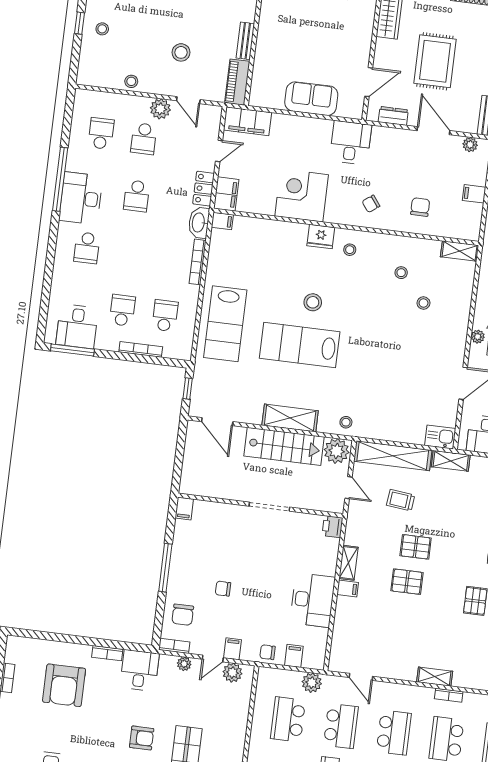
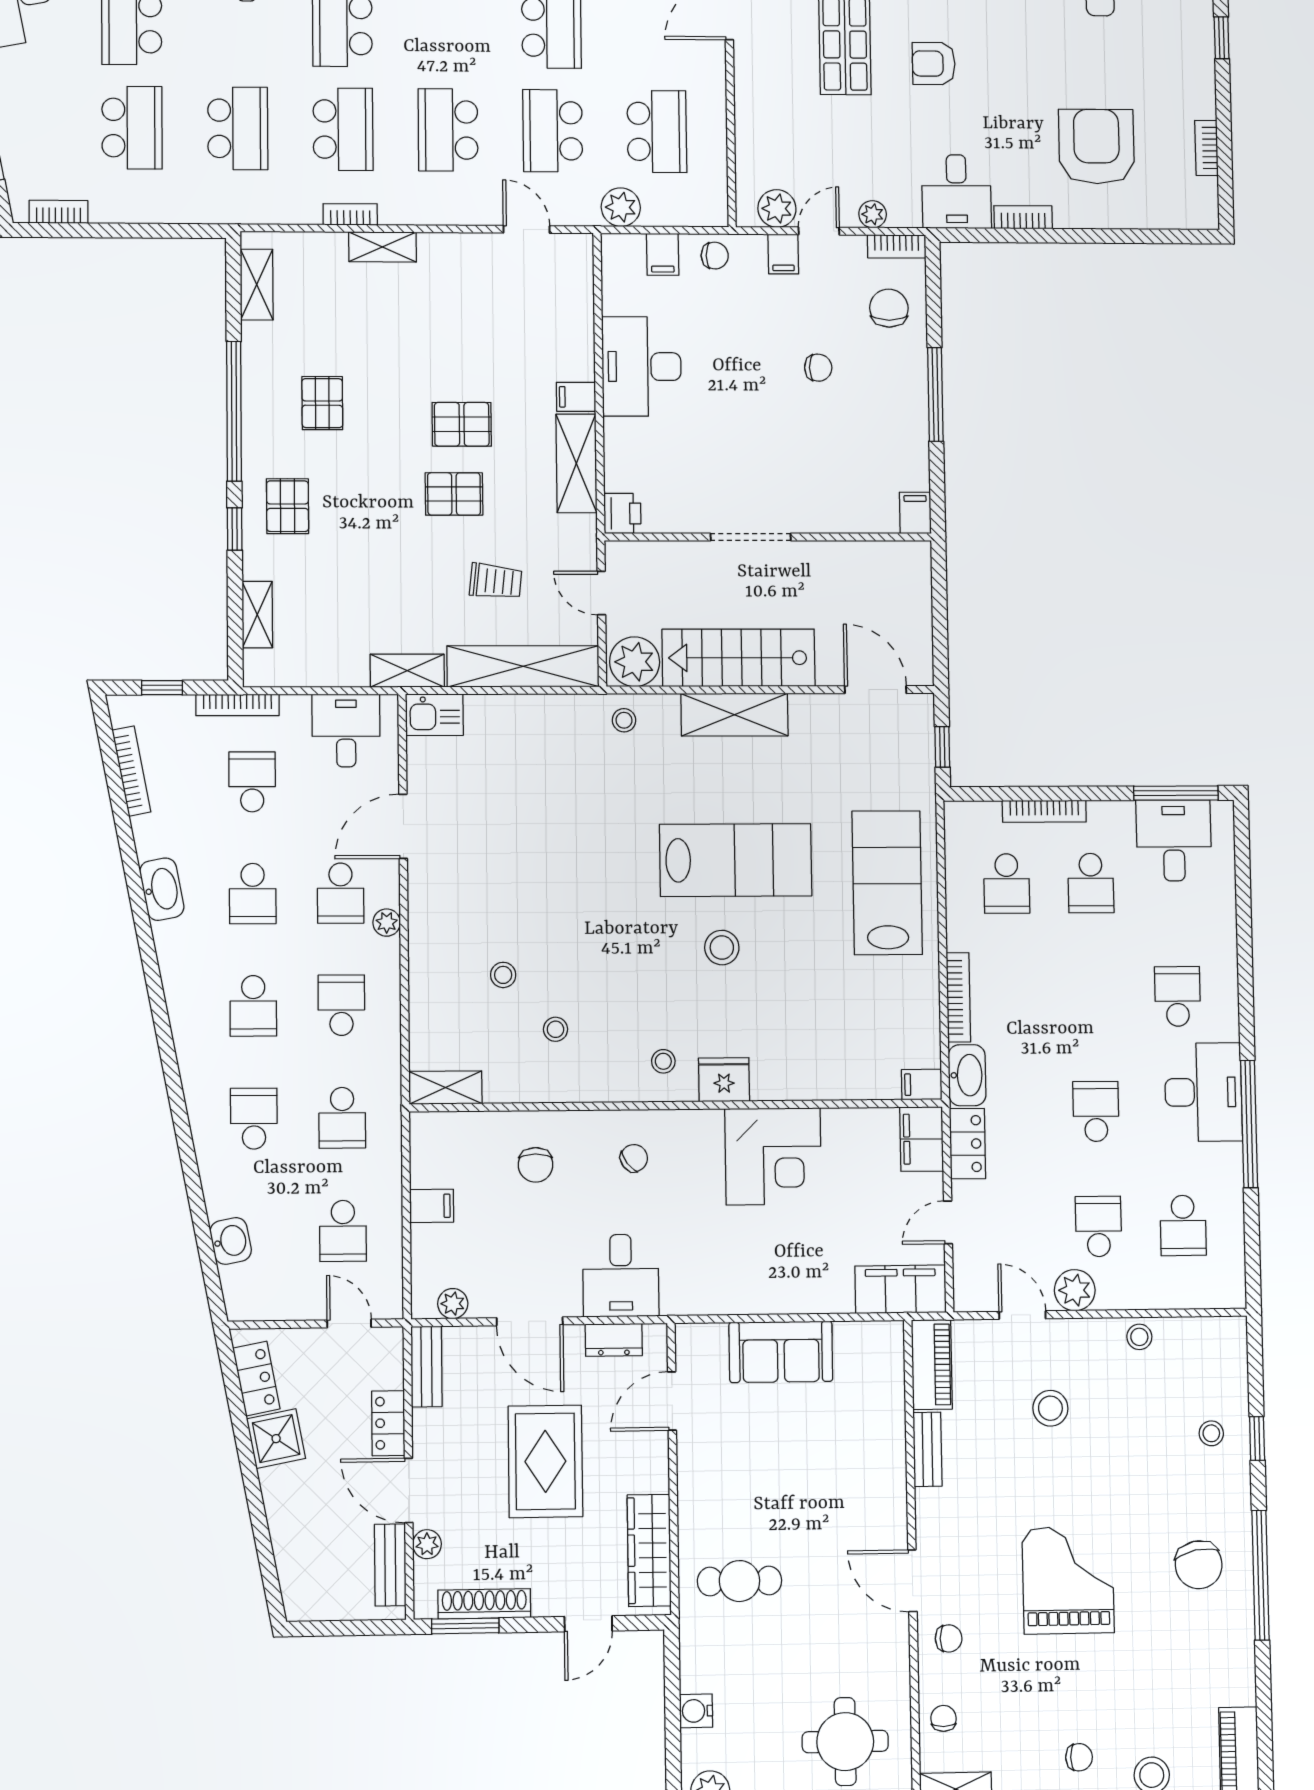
desk: (351, 143) -> (621, 1276), moved
shelving: (348, 563) -> (576, 463), width x1.50, depth x1.33

